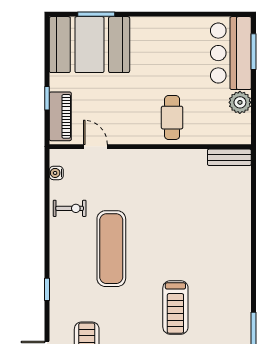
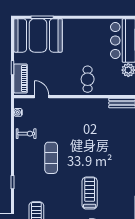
exercise mat: (111, 249) -> (51, 158), width x0.73, depth x0.69
treadmill: (175, 307) -> (90, 193), turned 180

